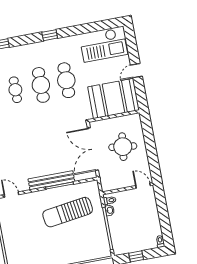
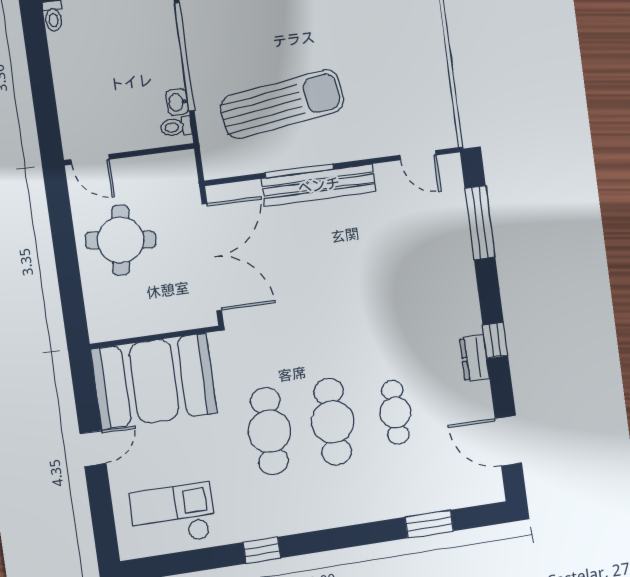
window: (50, 35) -> (262, 550), moved
checkout: (103, 45) -> (173, 515), width x0.73, depth x0.83
round table: (123, 147) -> (121, 240), moved

